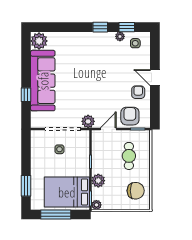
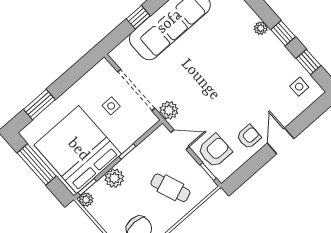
plant: (120, 36) -> (261, 28), moved
cafe table: (129, 156) -> (170, 188), turned 69
bed: (67, 192) -> (78, 150), width x1.36

